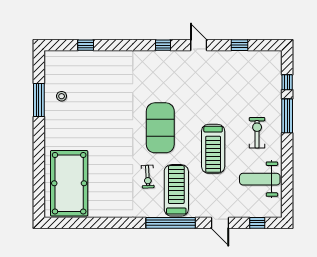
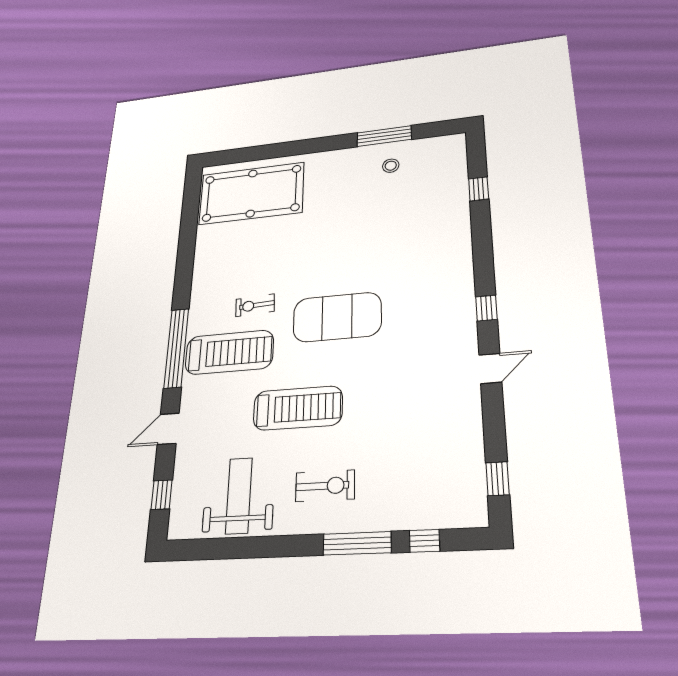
window: (240, 45) -> (497, 479), moved
treadmill: (213, 149) -> (298, 408), turned 180

